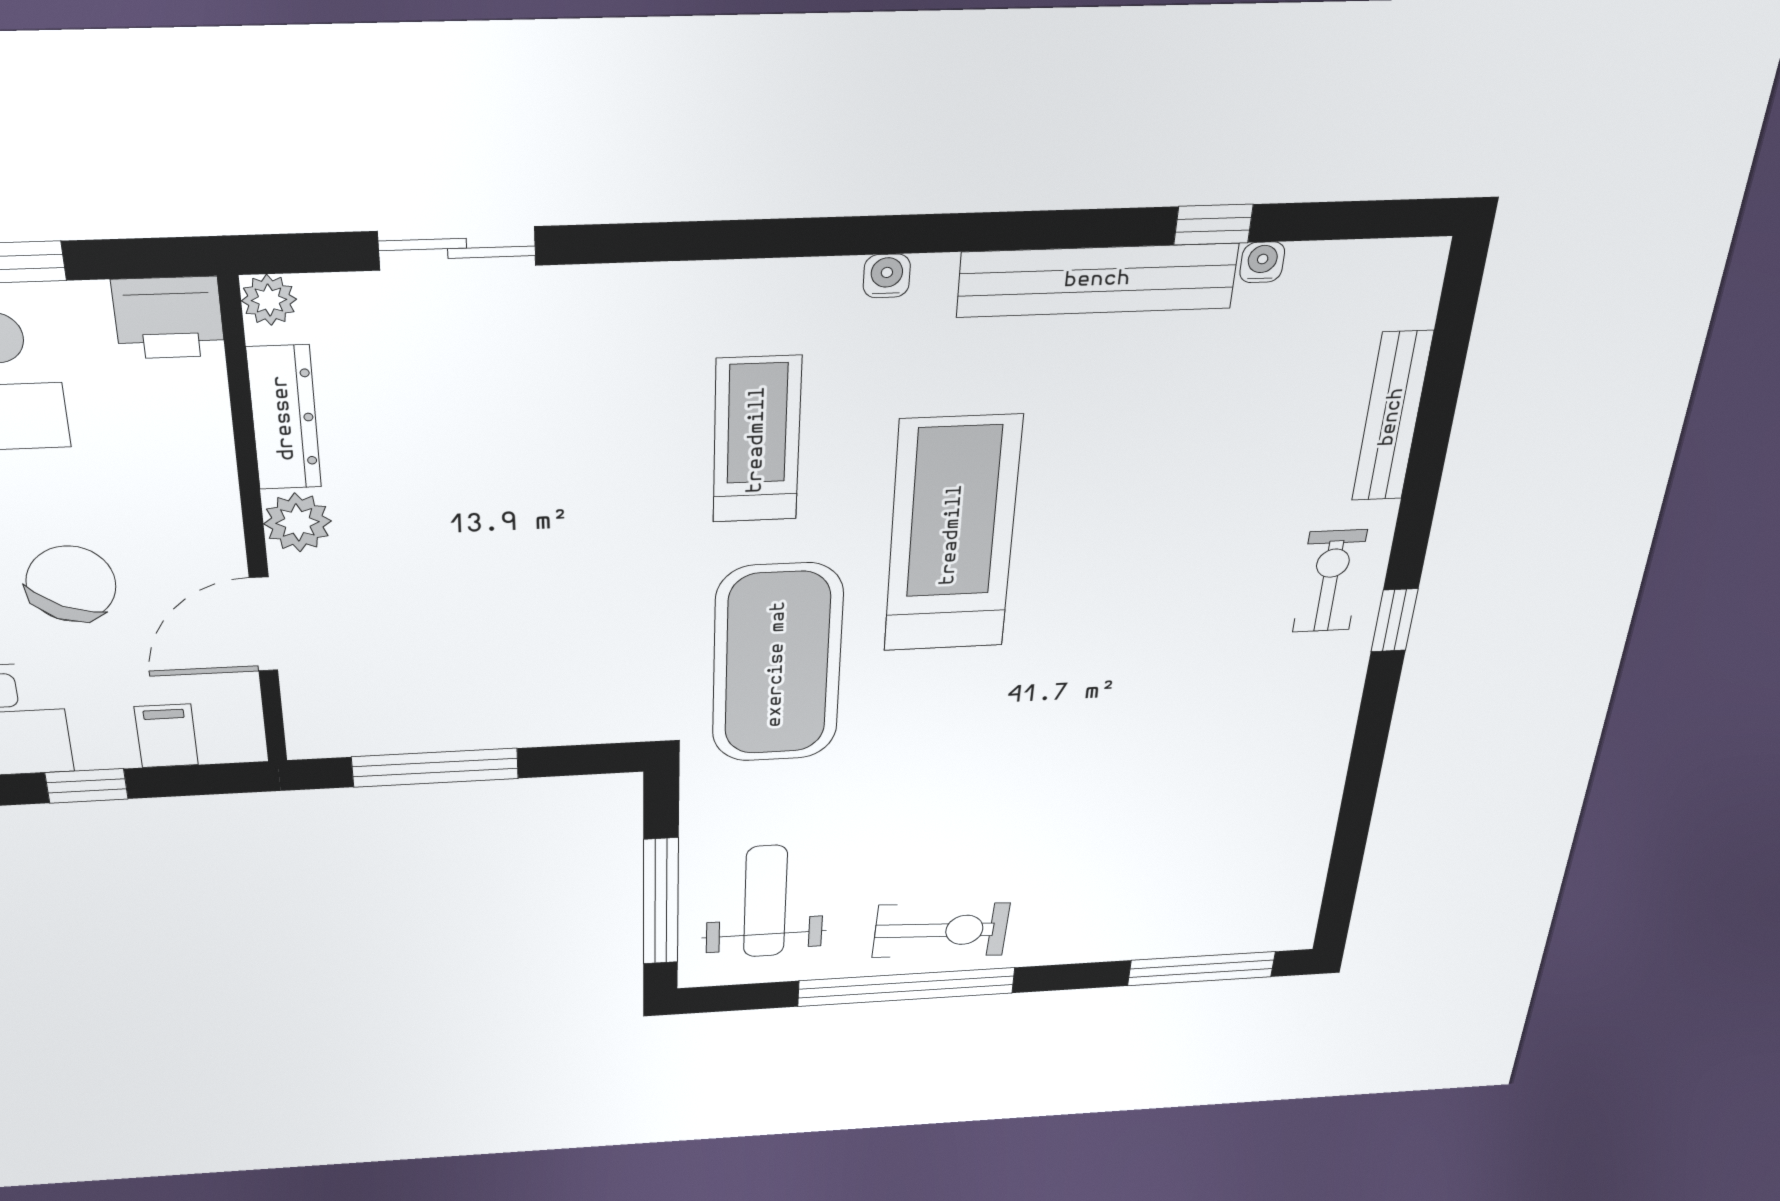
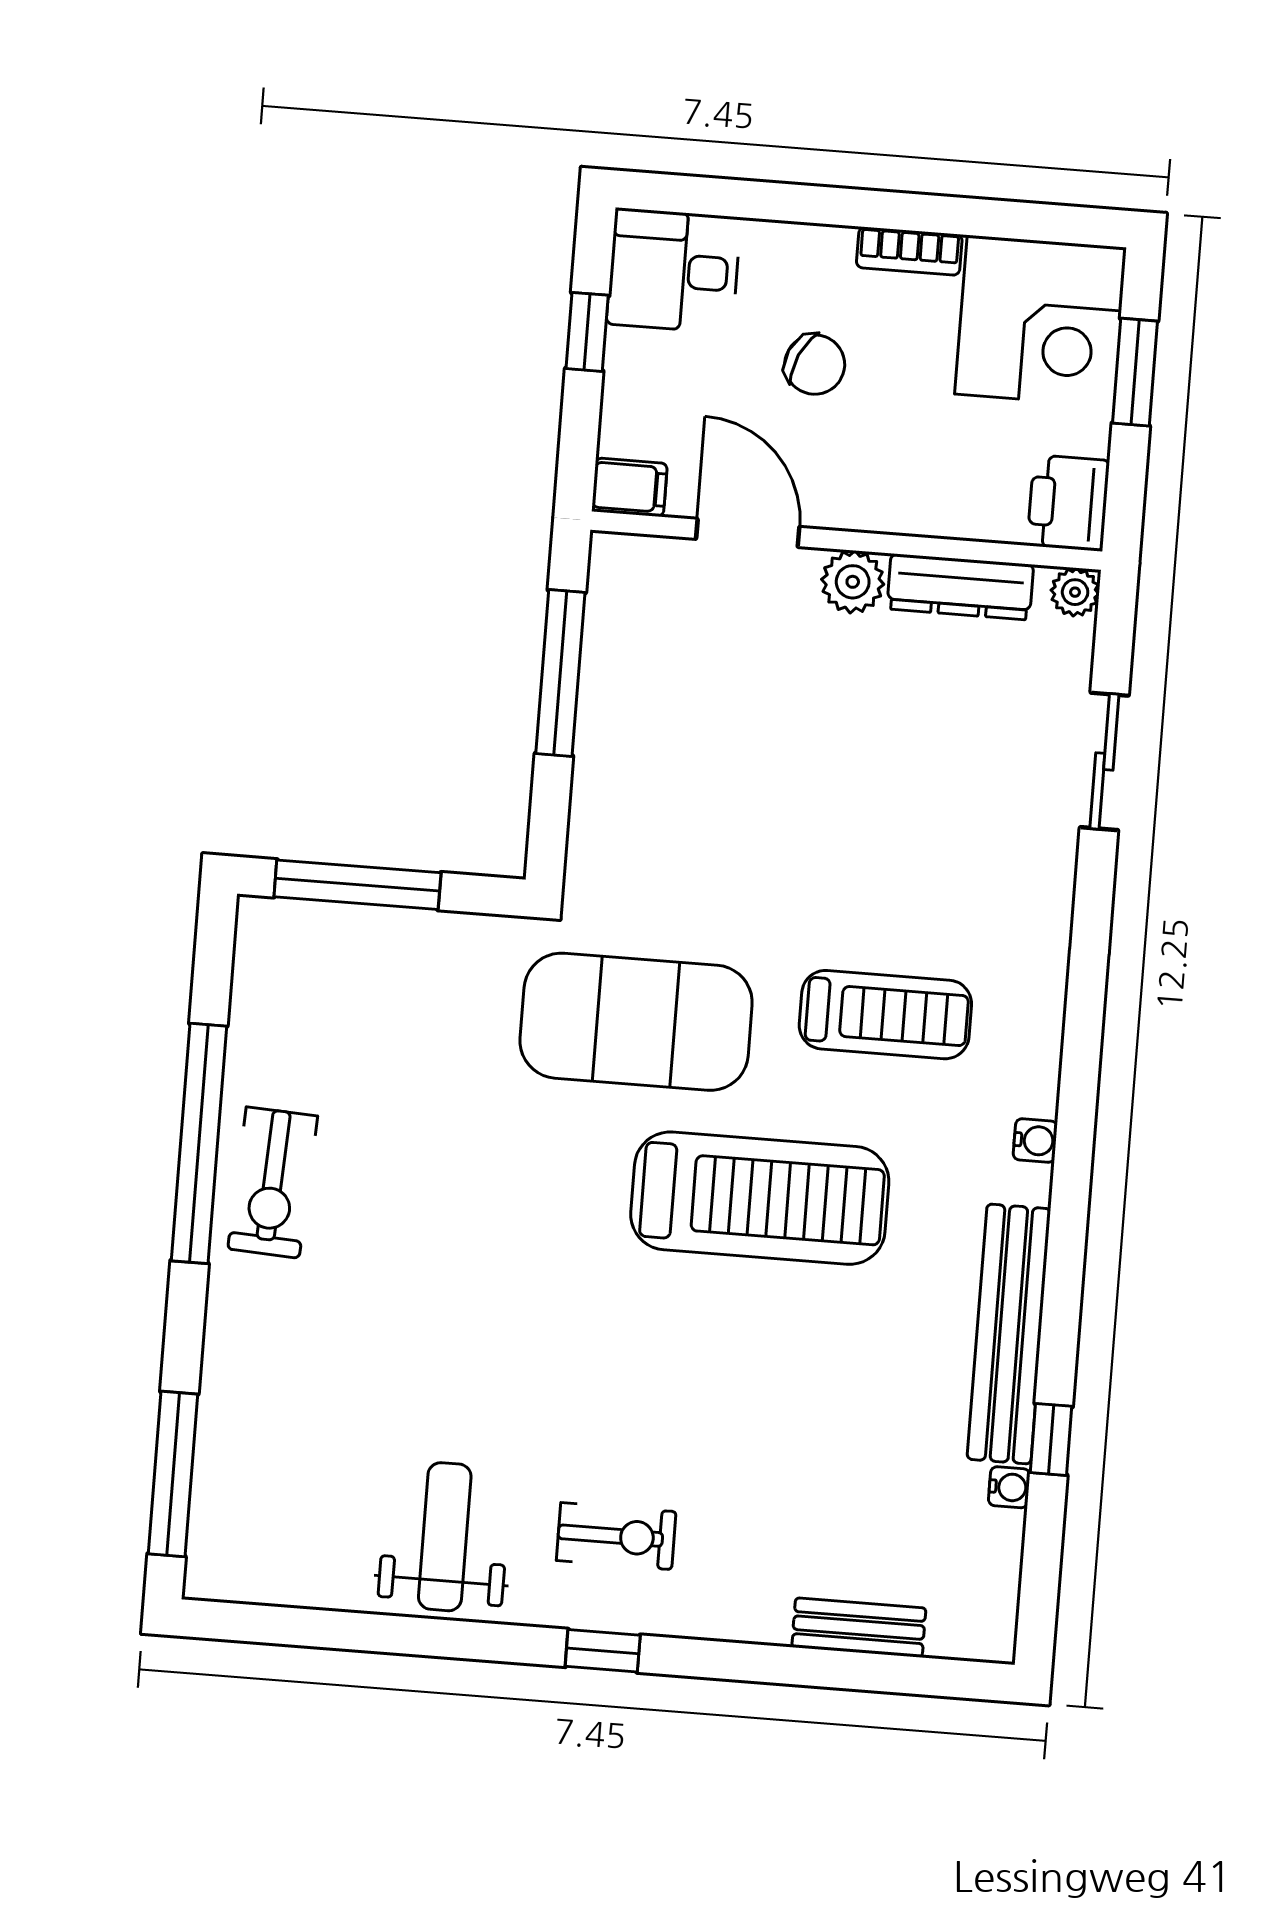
bench: (1392, 417) -> (859, 1628), width x0.73
exercise bike: (1330, 581) -> (616, 1536), moved
chair: (71, 584) -> (815, 365), width x0.73, depth x0.73
filing cabinet: (166, 736) -> (629, 487), moved
weight bench: (765, 902) -> (445, 1537), moved, turned -90

